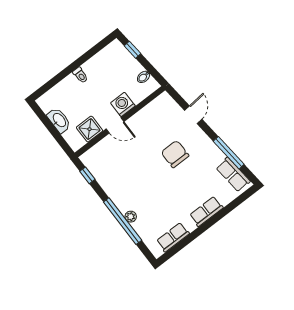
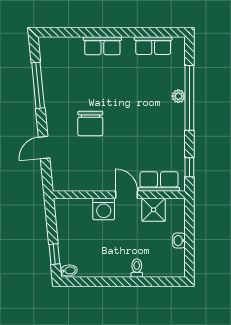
toilet: (80, 75) -> (137, 268), moved
bidet: (144, 77) -> (69, 270), moved
washbasin: (59, 120) -> (179, 241), width x0.52, depth x0.69
row of seats: (233, 175) -> (159, 182), moved, turned -84

